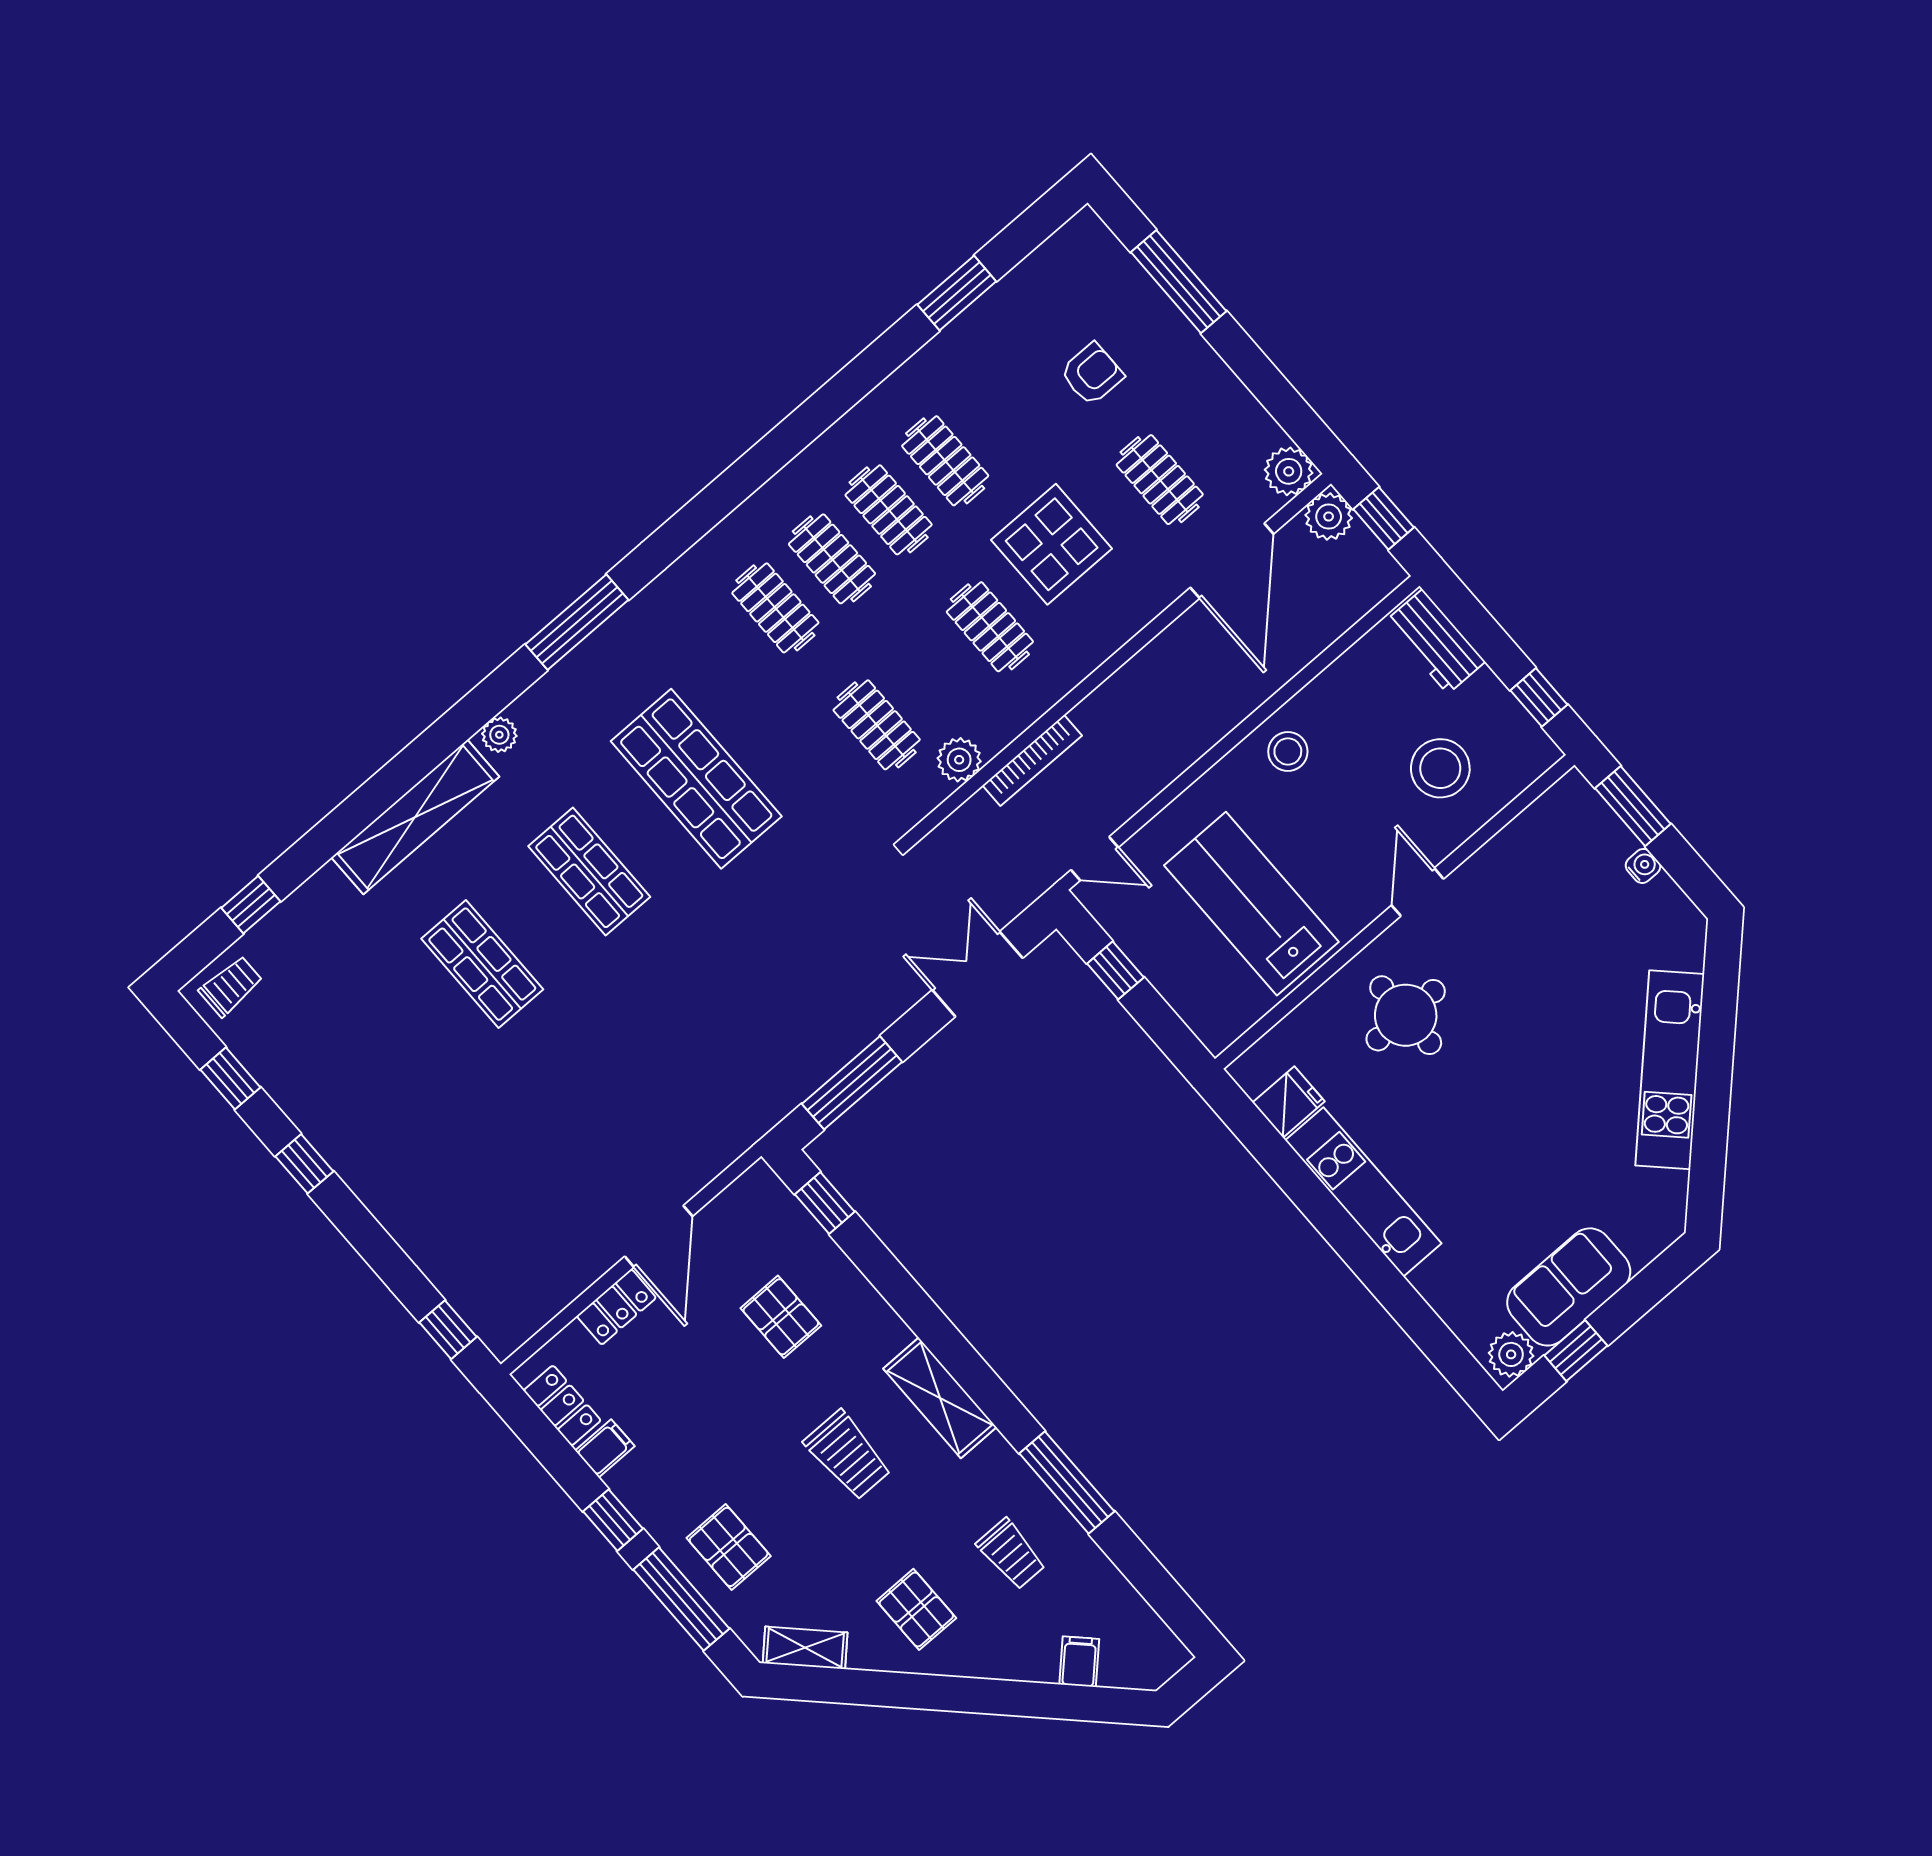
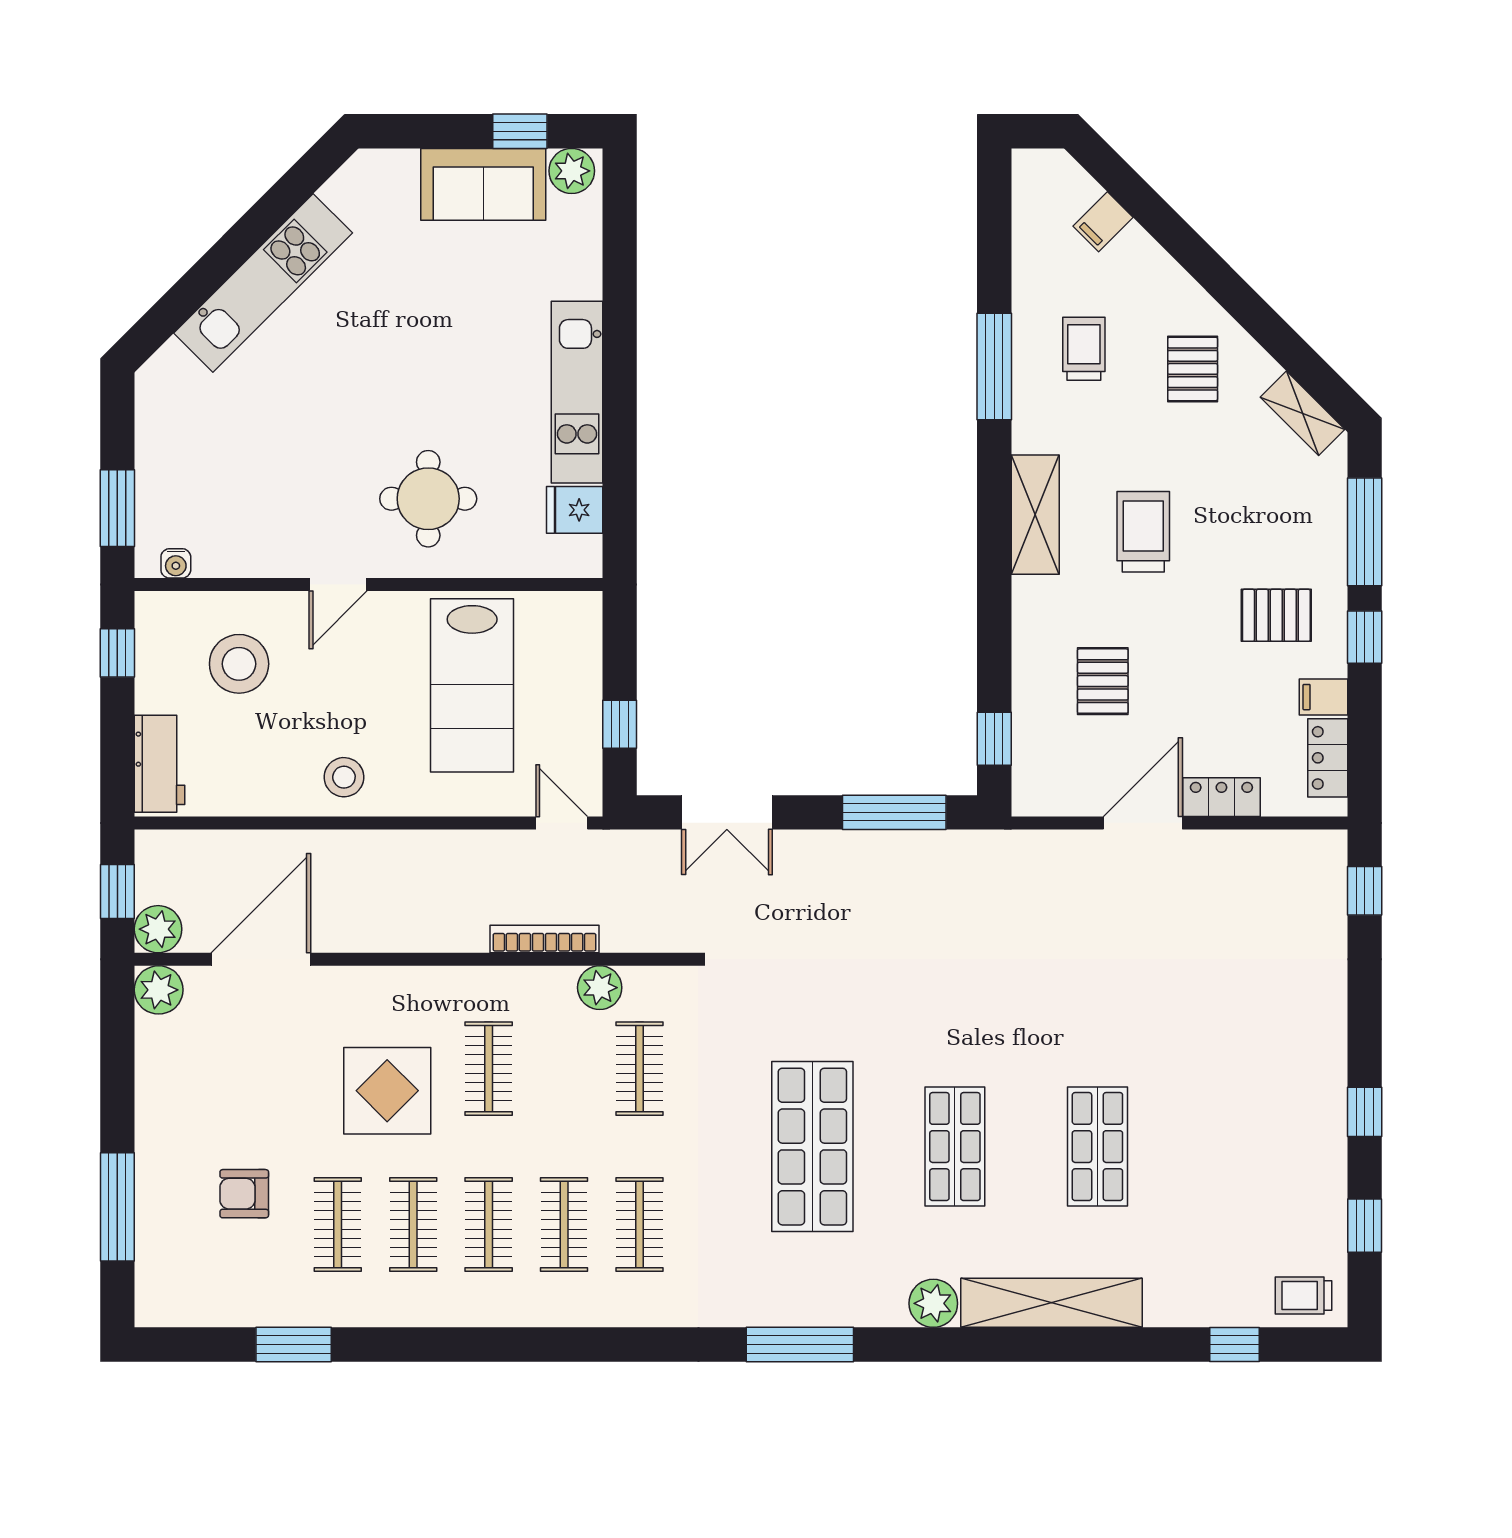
clothes rail: (1160, 480) -> (338, 1224), moved
plant: (499, 735) -> (933, 1303), width x1.38, depth x1.38
water cooler: (1643, 866) -> (176, 563), moved, turned -90
pallet: (729, 1547) -> (1276, 615), moved, turned 90

